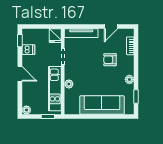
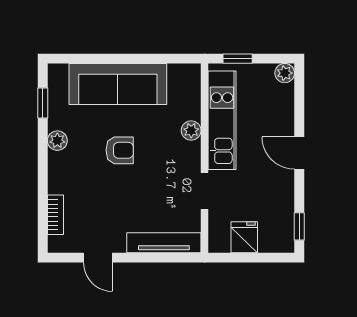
door: (111, 26) -> (98, 258), swing flipped
fridge: (55, 36) -> (244, 237), moved
dishwasher: (28, 50) -> (281, 206), removed
armchair: (110, 60) -> (120, 150), moved

